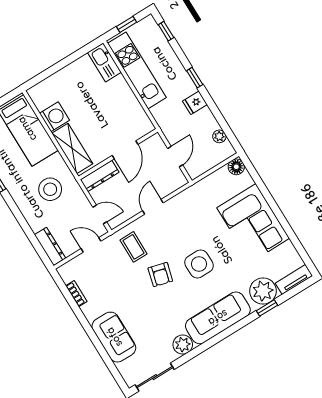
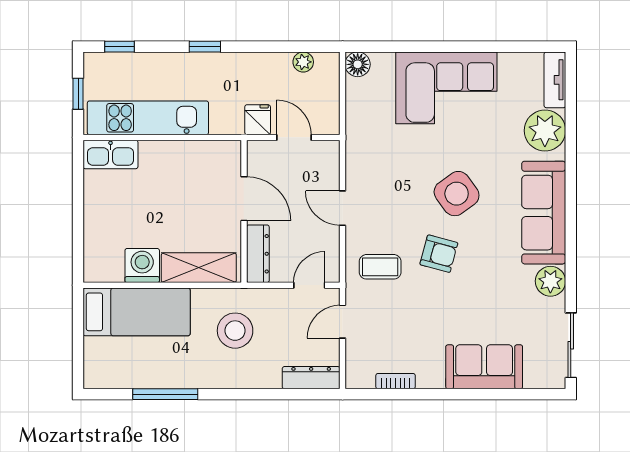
fridge: (195, 103) -> (258, 120), moved, turned 180
side table: (199, 264) -> (457, 194), turned -36
window: (267, 308) -> (571, 139), removed

